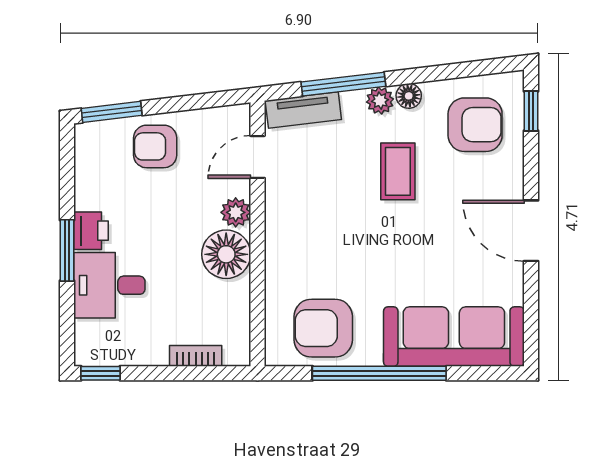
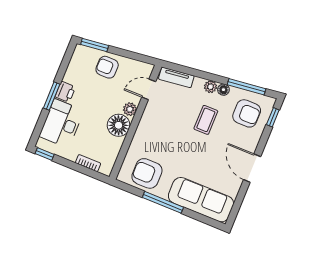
window: (343, 84) -> (247, 87), moved
desk: (109, 285) -> (62, 123), width x1.37
window: (379, 373) -> (163, 202), width x0.68

